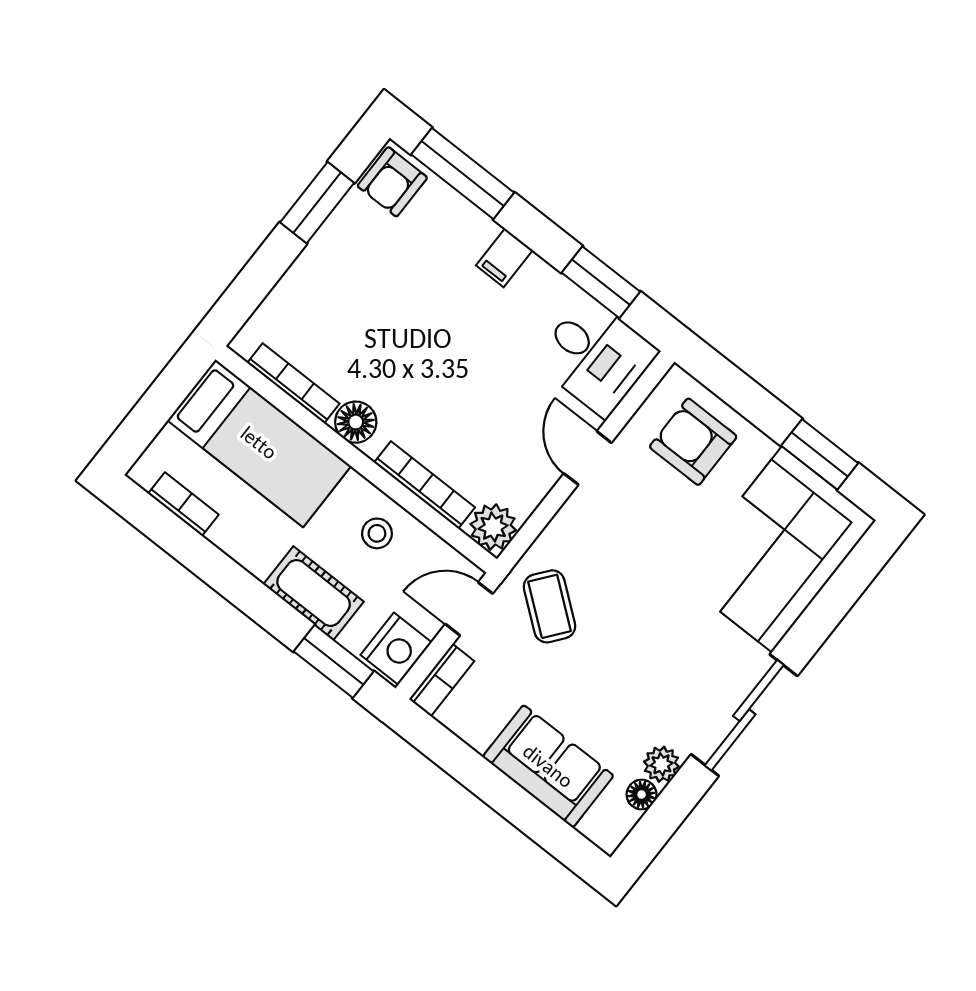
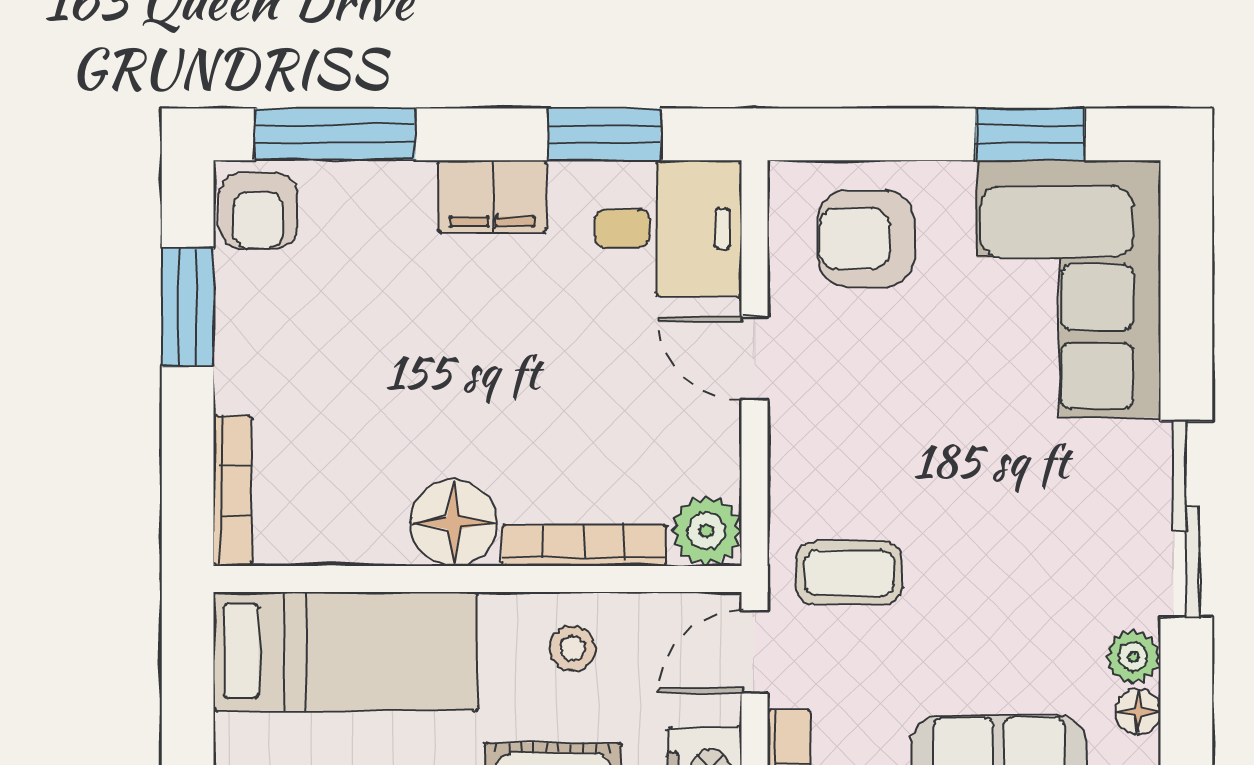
filing cabinet: (504, 258) -> (492, 196), width x2.00
bookcase: (293, 383) -> (233, 491), moved, turned 90
floor lamp: (356, 422) -> (454, 523), width x1.38, depth x1.38
coffee table: (549, 606) -> (849, 573), turned -38

